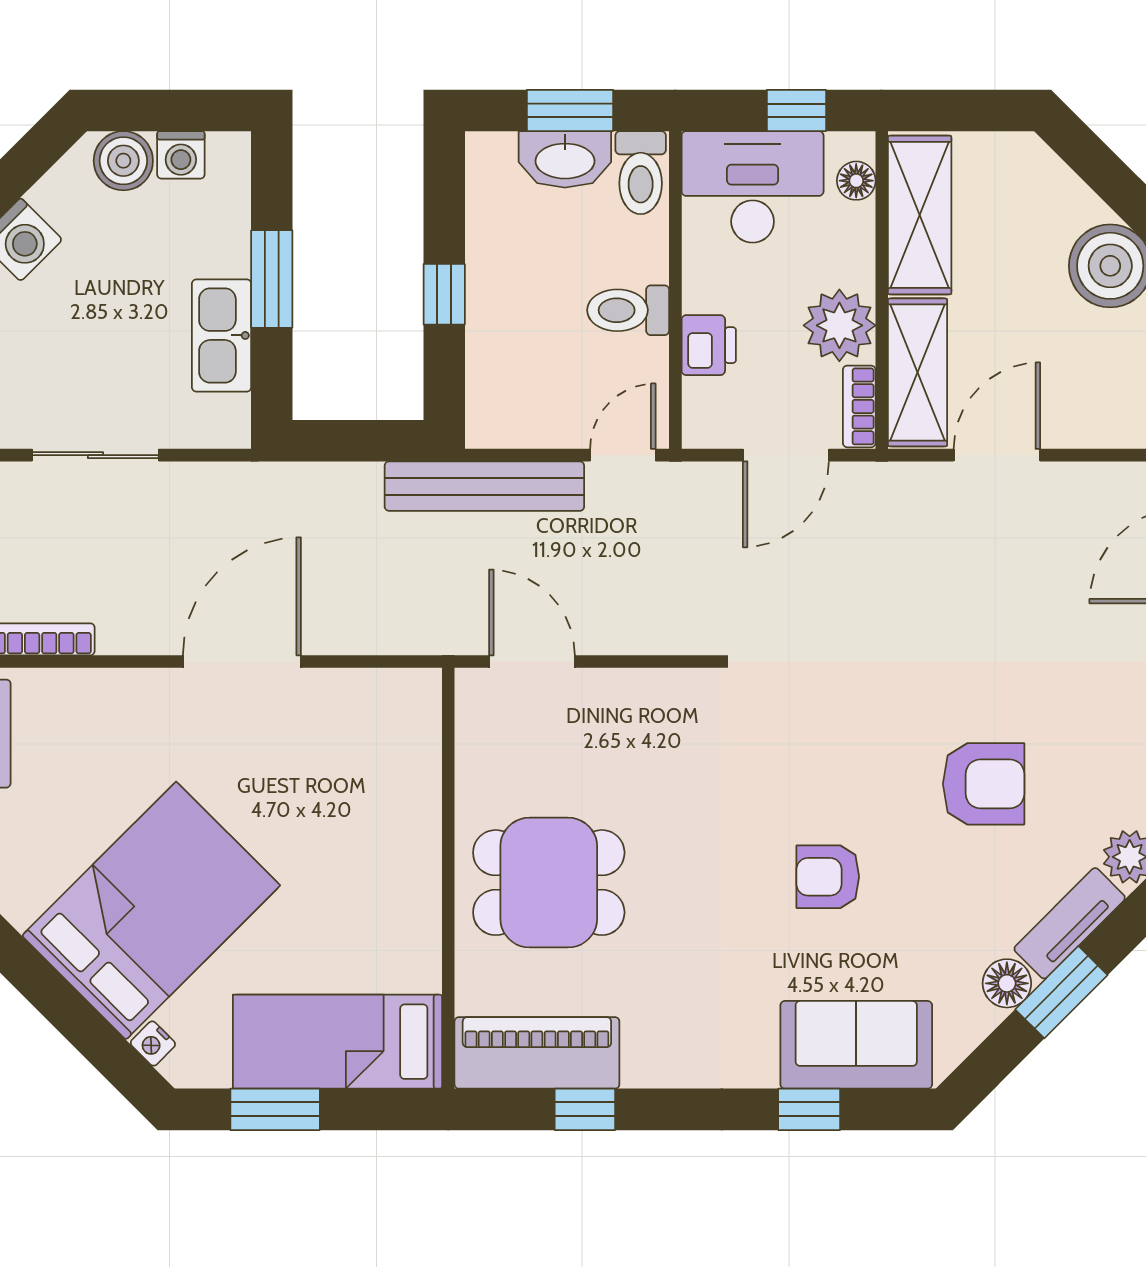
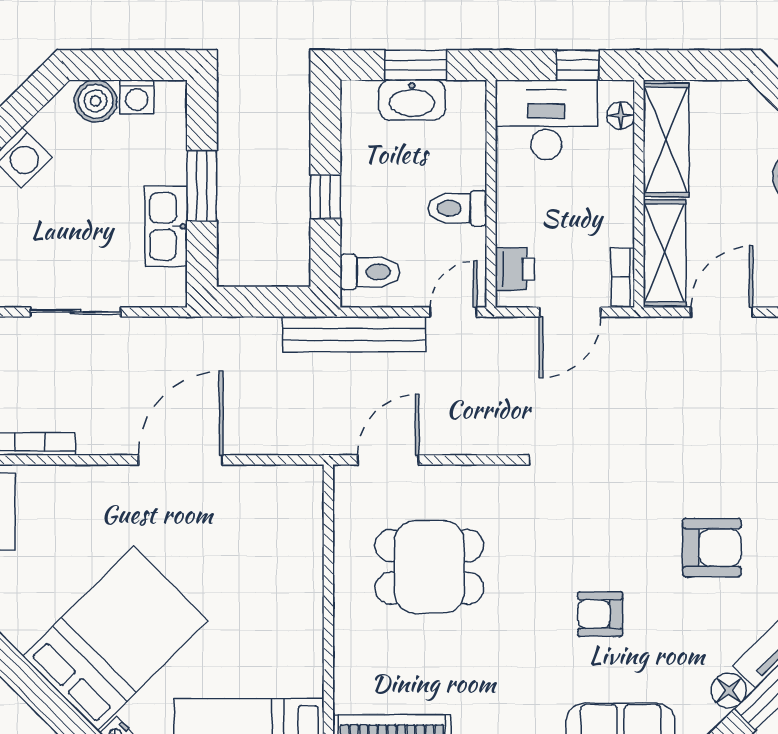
toilet: (641, 173) -> (370, 272), moved, turned -90
plant: (839, 325) -> (609, 219), removed
printer: (709, 345) -> (515, 269), moved
door: (532, 662) -> (388, 460), hinge flipped
dining table: (549, 883) -> (429, 567), moved

